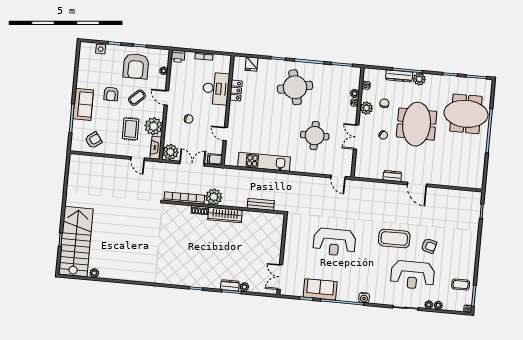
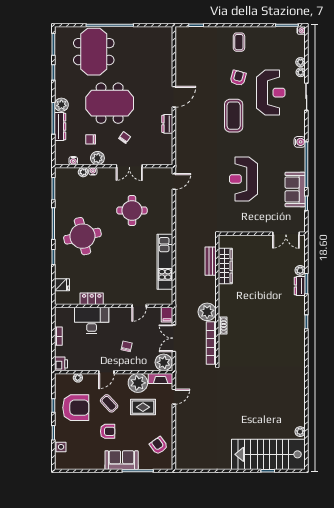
wardrobe: (225, 215) -> (225, 266), moved
reception desk: (334, 242) -> (243, 179), turned 180
coffee table: (461, 285) -> (239, 42), moved

